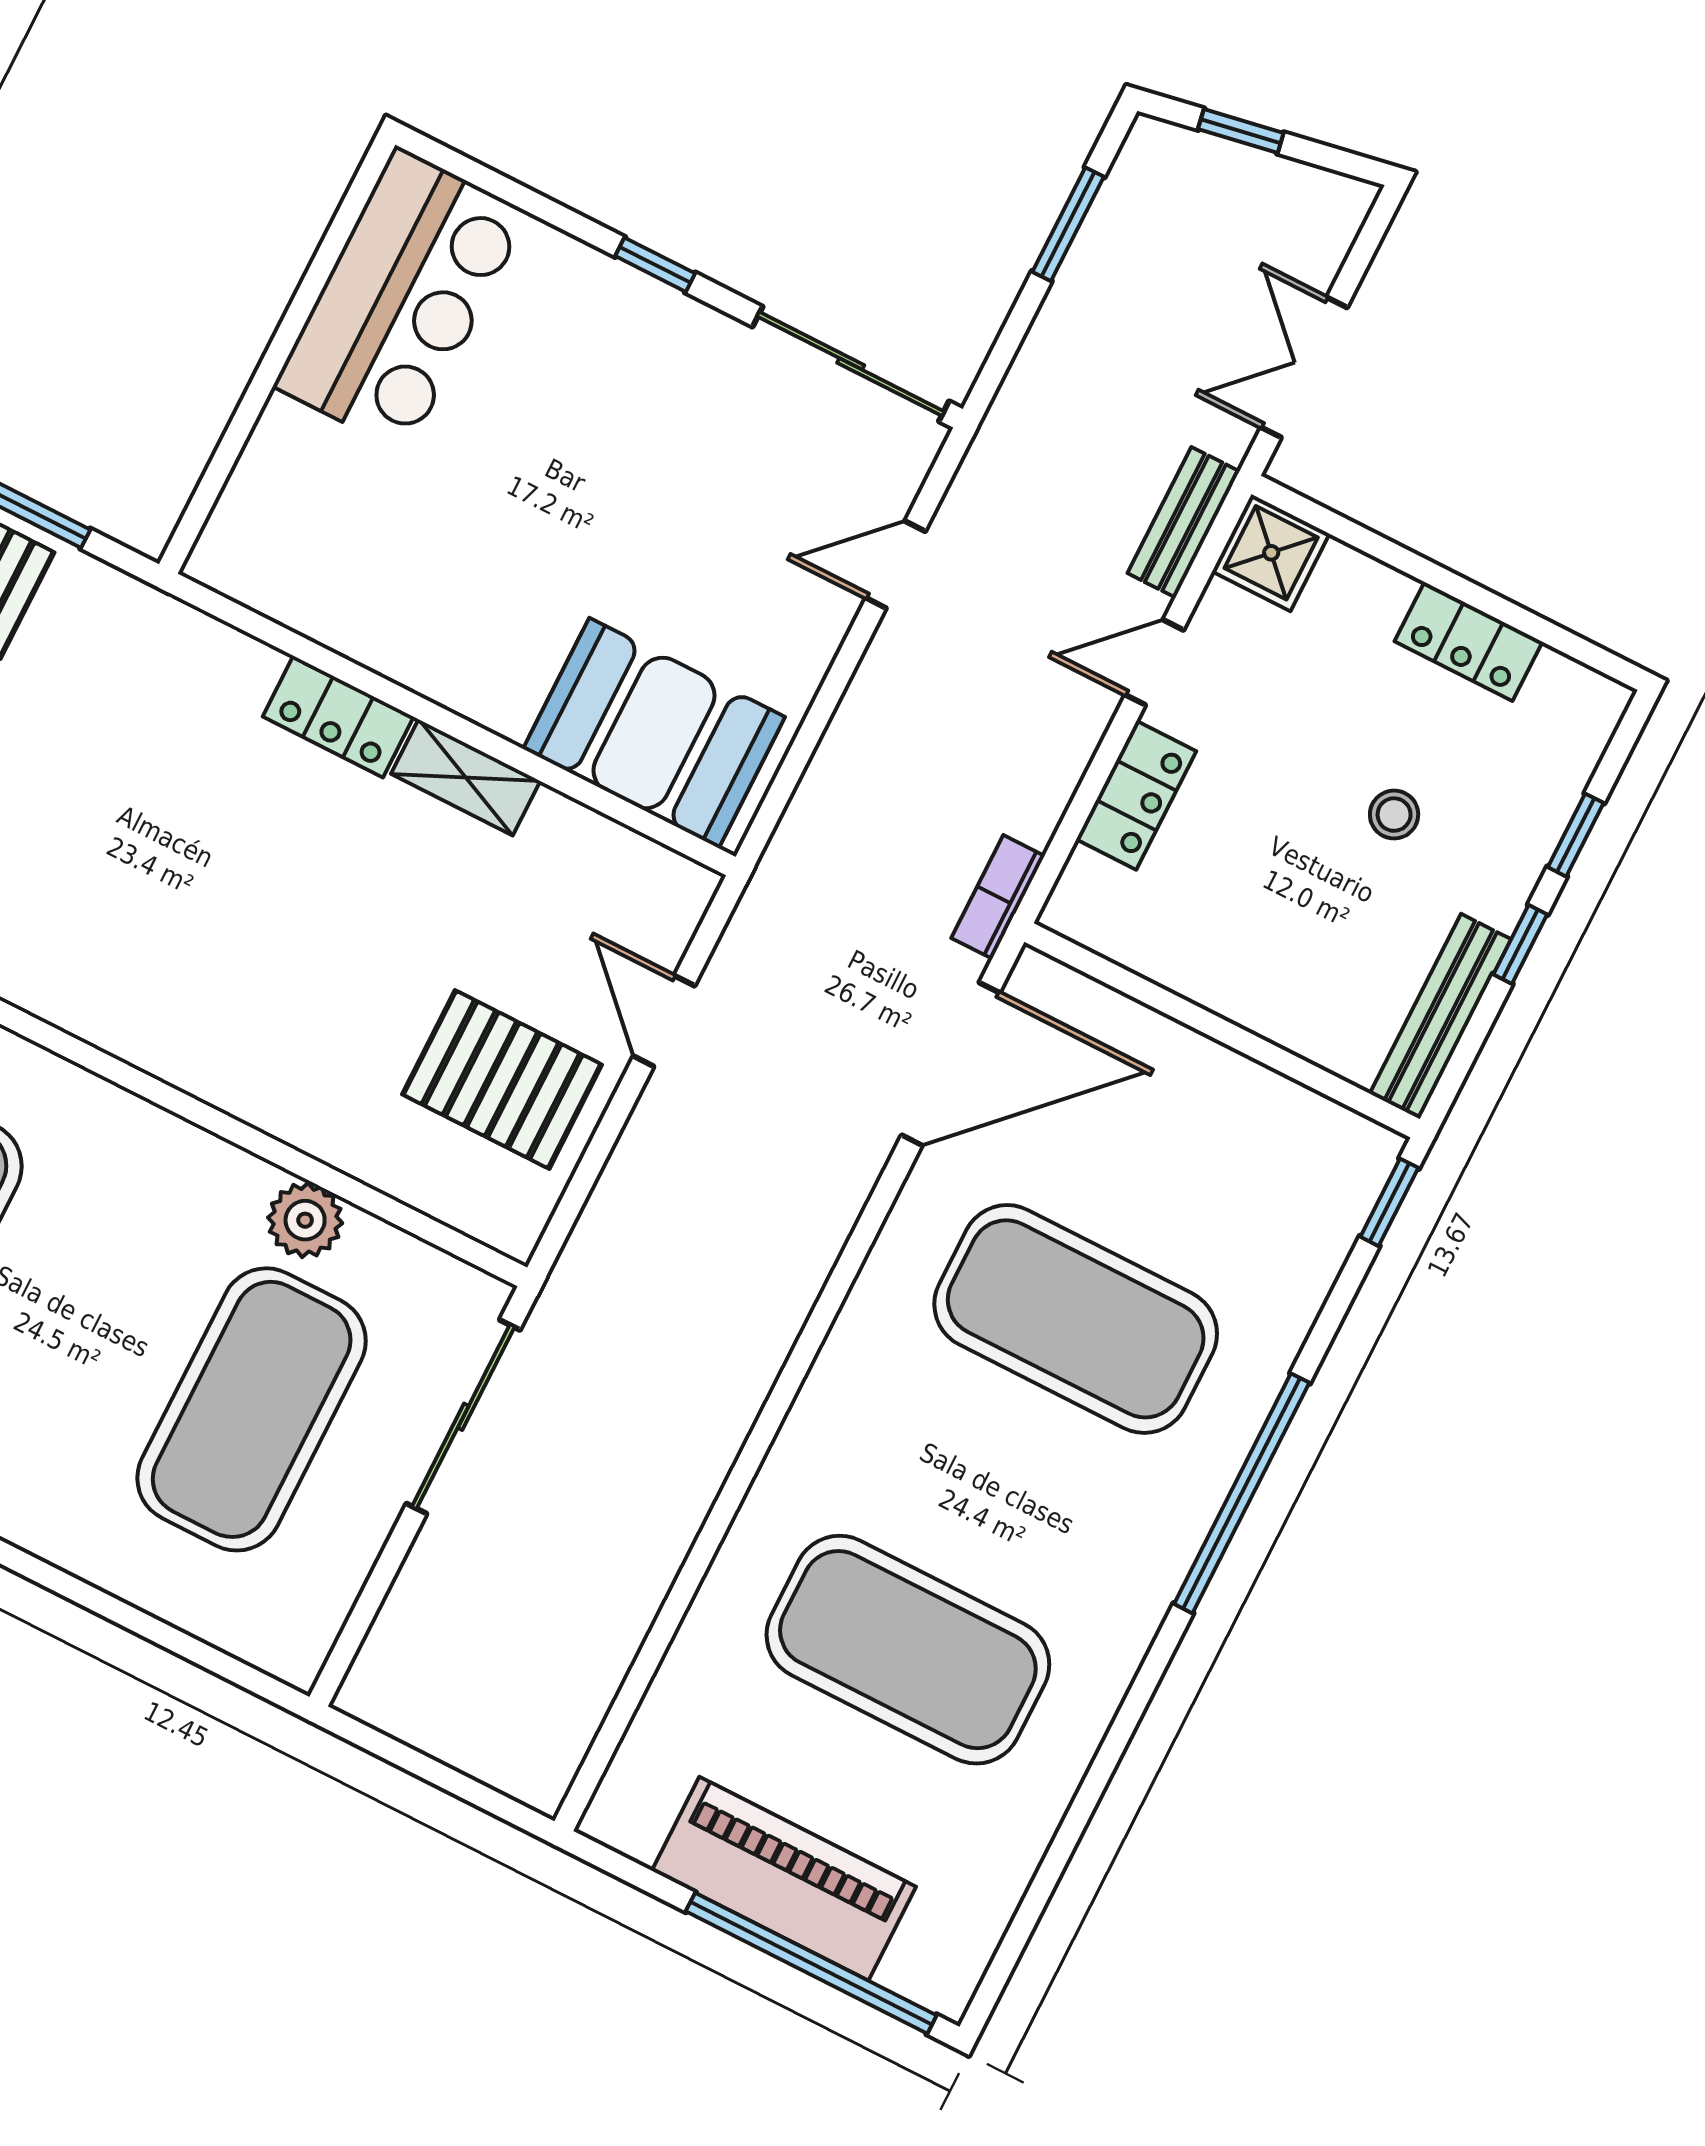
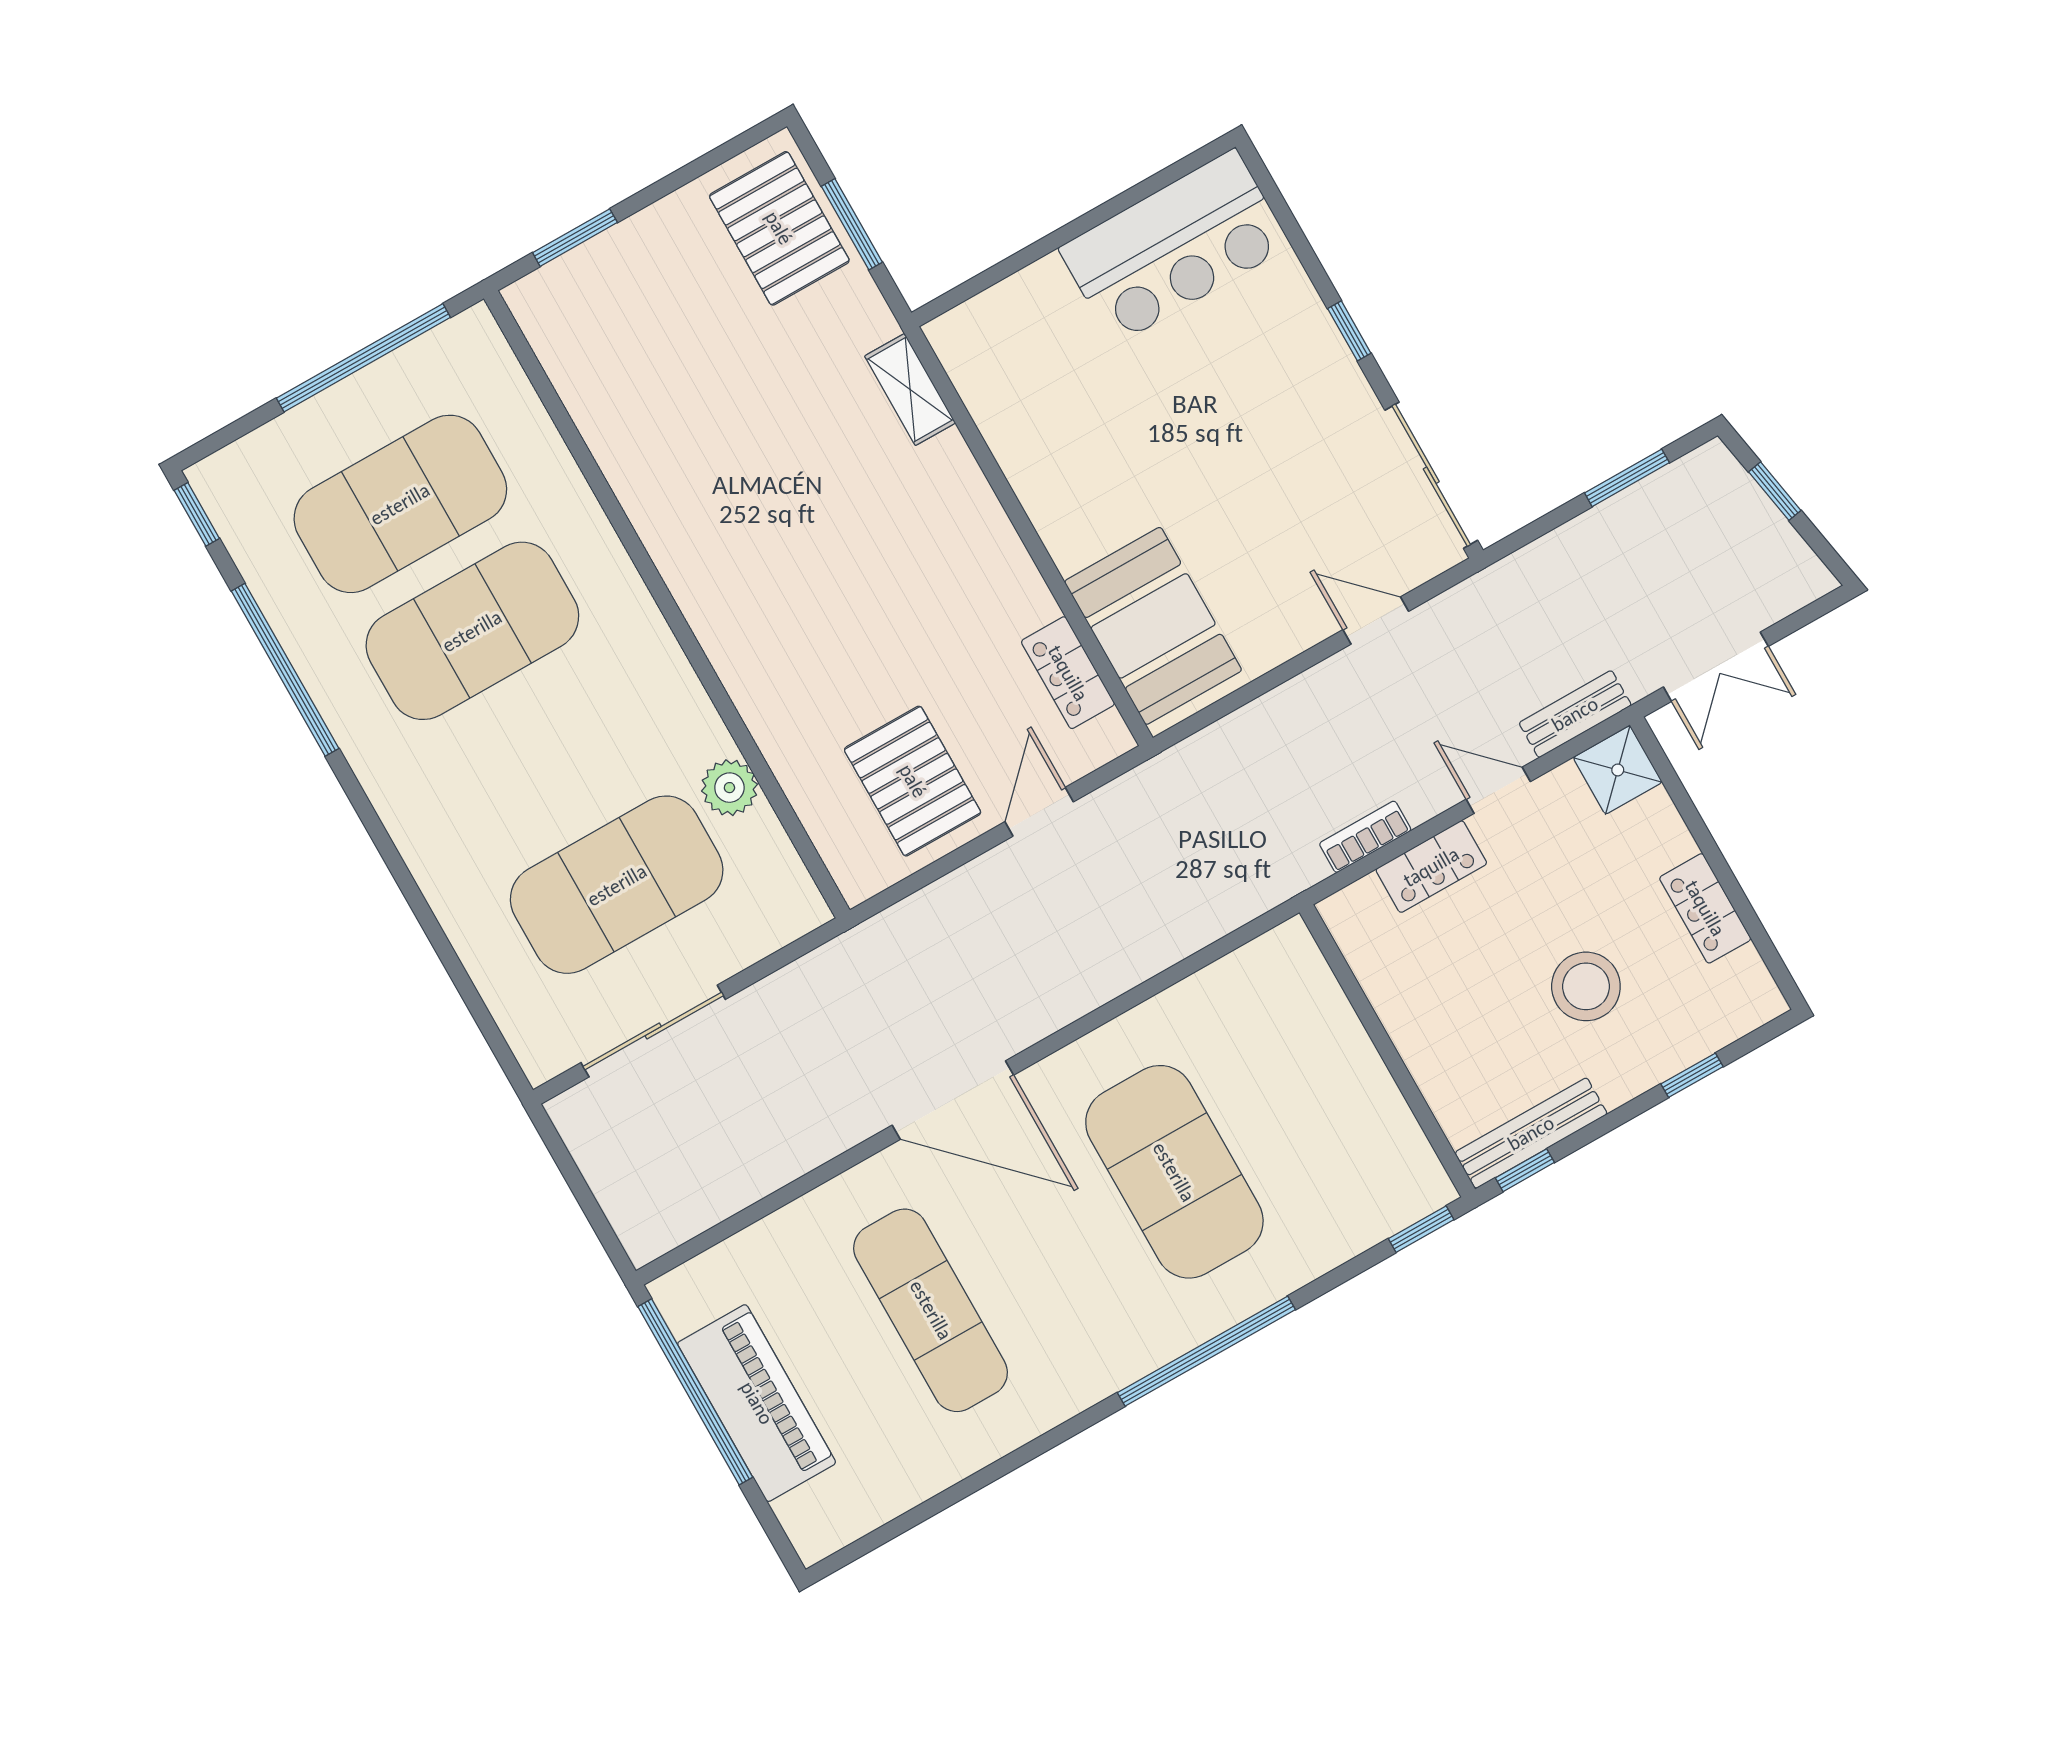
double door: (1304, 367) -> (1716, 667), swing flipped
locker: (338, 717) -> (1068, 673), moved
shelving: (466, 777) -> (910, 390), moved
stool: (1394, 815) -> (1586, 986), width x1.89, depth x1.89
bookcase: (998, 897) -> (1365, 837), moved
window: (1520, 944) -> (1525, 1170), moved
door: (951, 1064) -> (953, 1100), moved
sliding door: (463, 1417) -> (653, 1031), moved
exercise mat: (908, 1650) -> (931, 1310), width x0.68
window: (811, 1963) -> (695, 1392), moved

